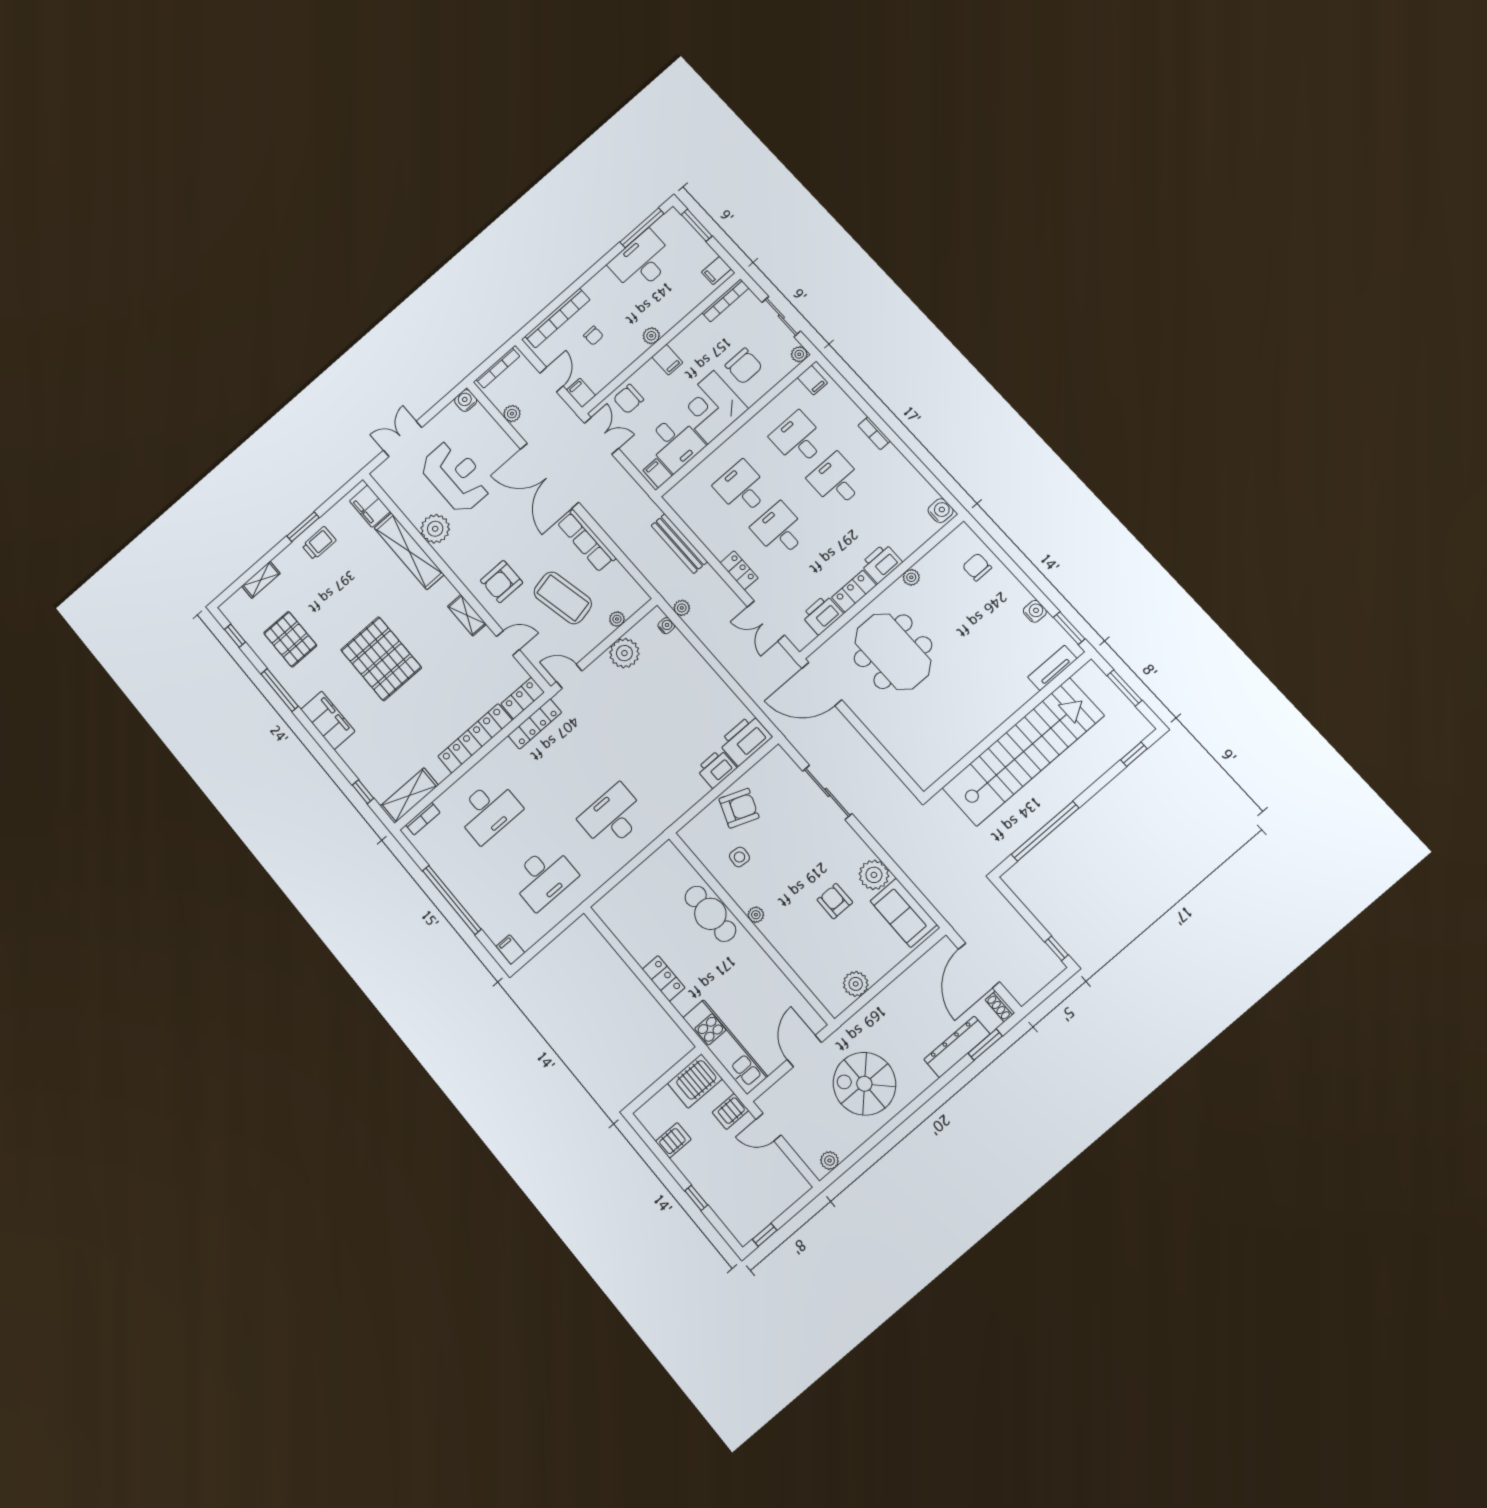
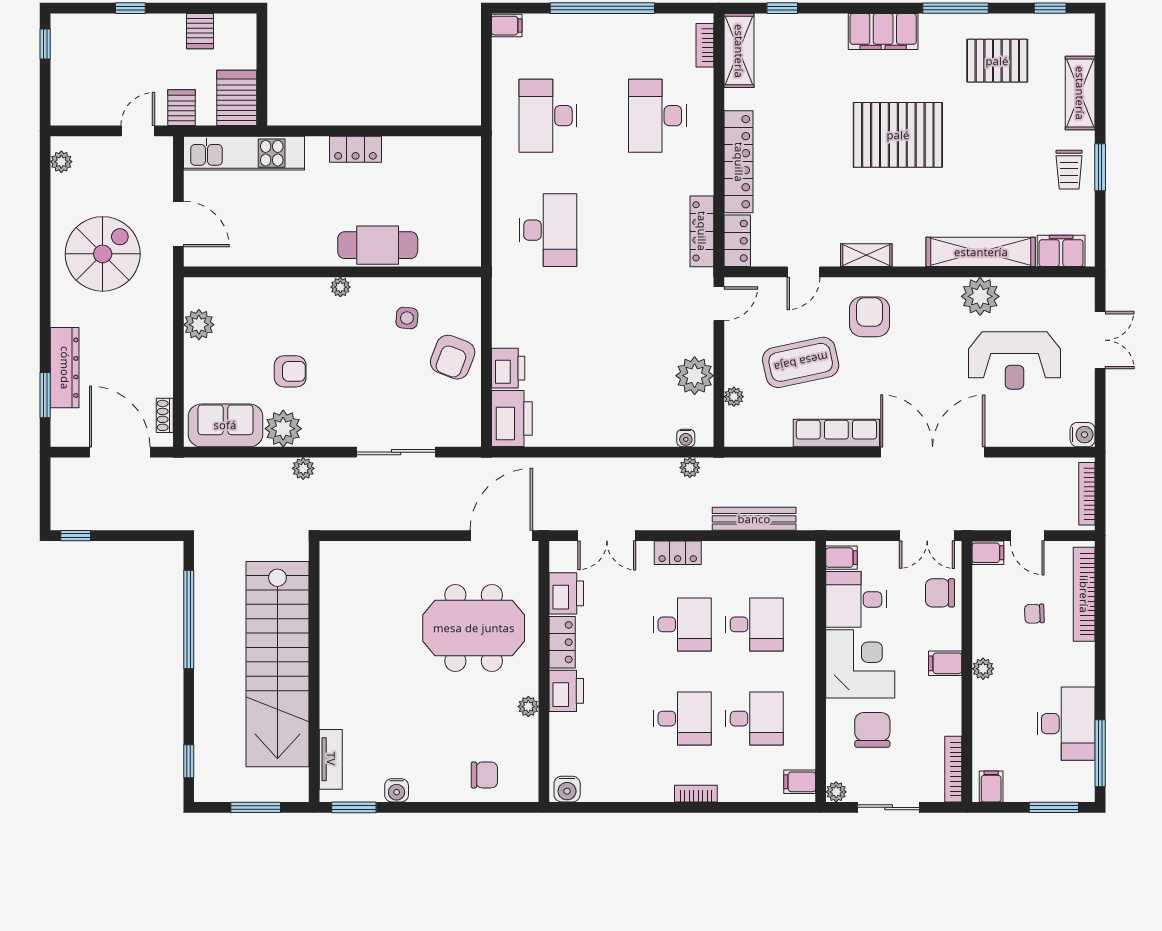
chair: (744, 366) -> (872, 730), turned 90
chair: (628, 399) -> (940, 593), turned -90
plant: (512, 414) -> (303, 468), moved
shelving: (261, 580) -> (1080, 93), width x1.50, depth x1.33
double door: (766, 621) -> (607, 536), swing flipped
shoe rack: (1000, 1006) -> (165, 415), moved, turned -90

